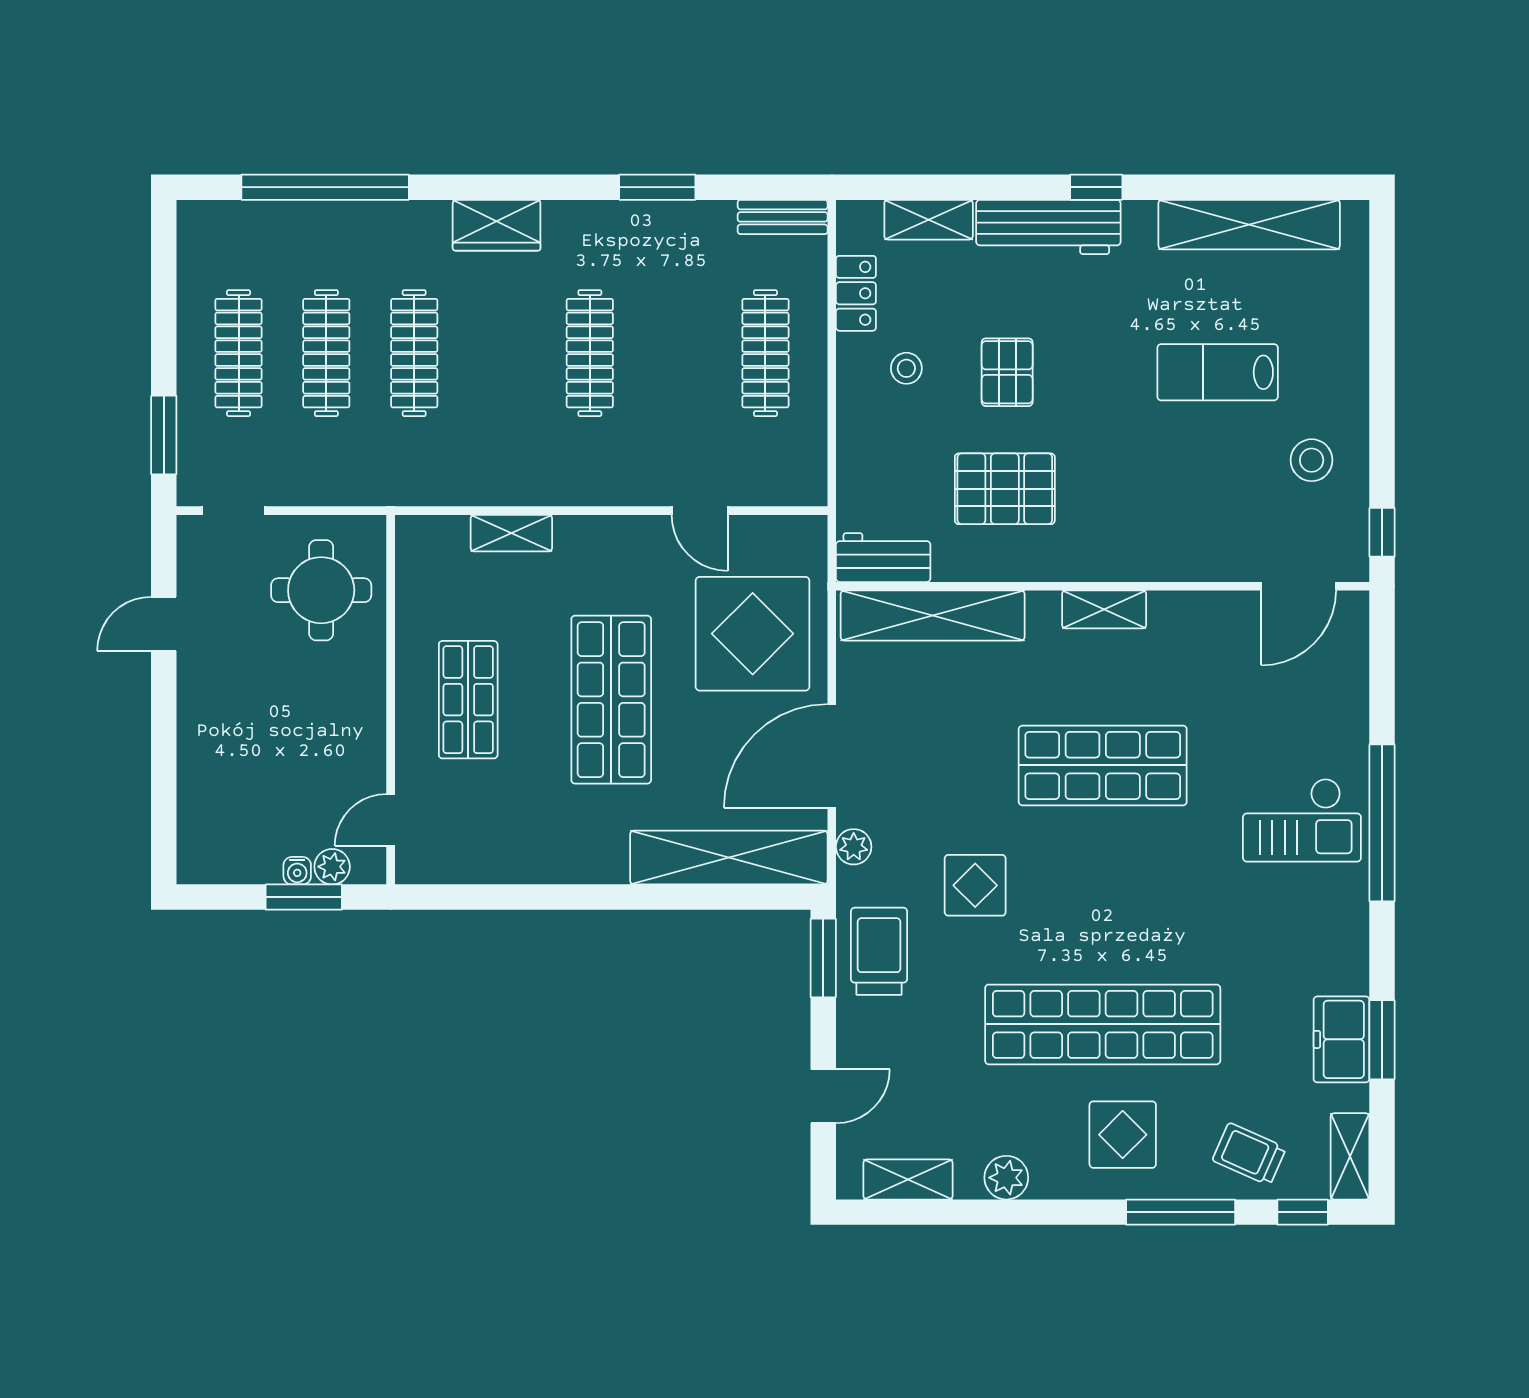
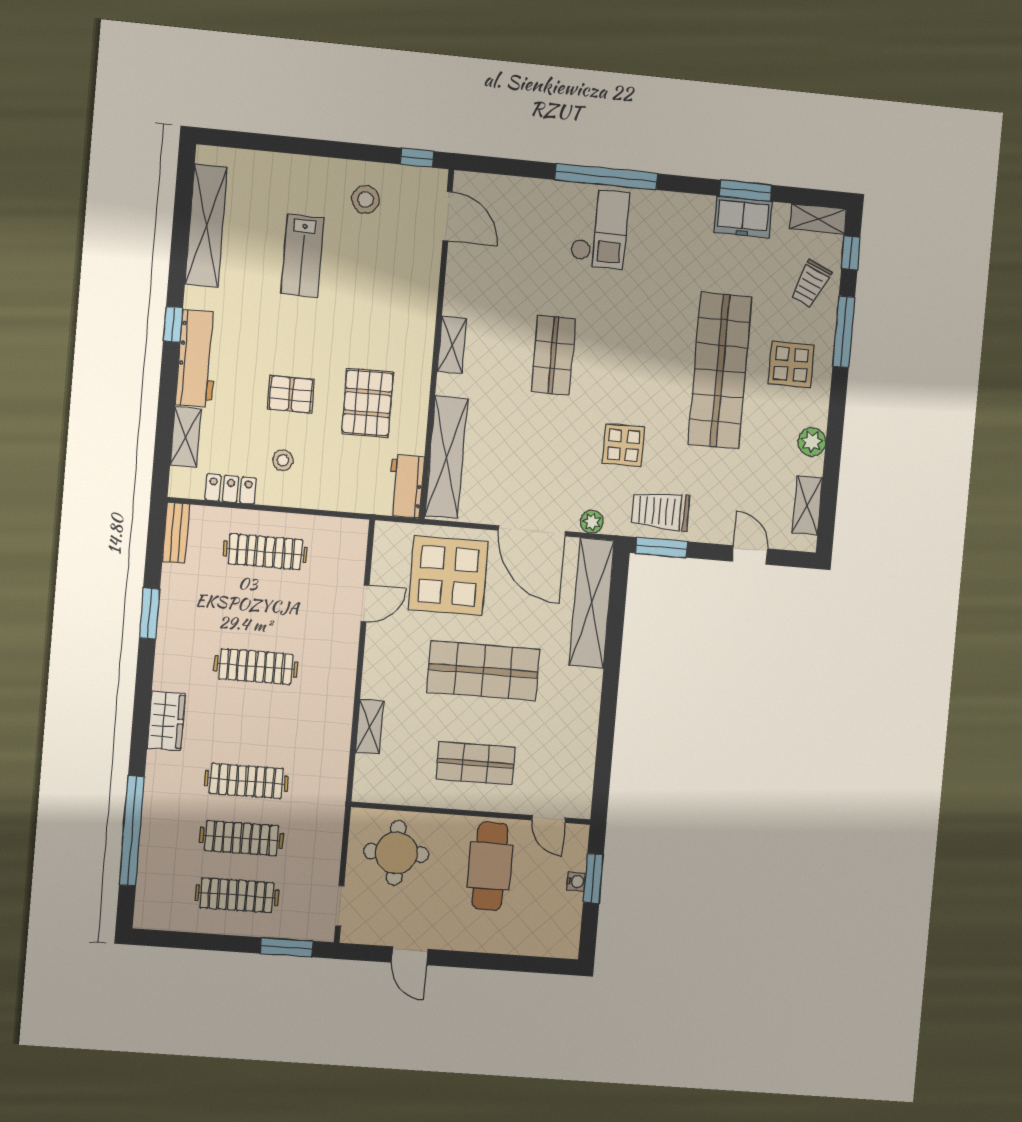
cafe table: (311, 736) -> (490, 866), added
shop shelf: (1103, 765) -> (553, 355), width x0.70, depth x0.74
plant: (332, 867) -> (575, 859), removed

